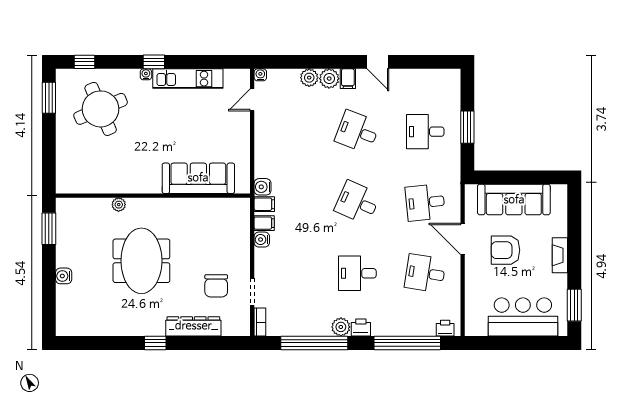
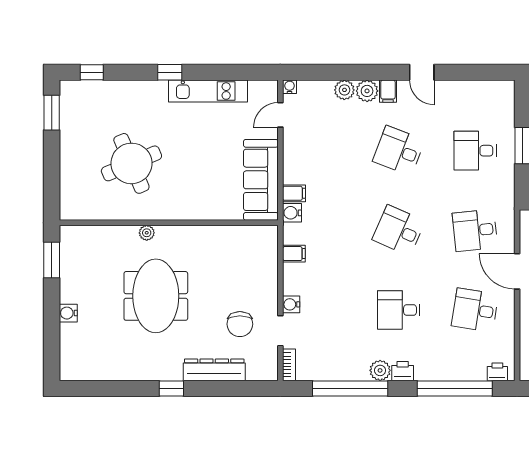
water cooler: (146, 74) -> (161, 86), removed
round table: (101, 109) -> (131, 163), moved
sofa: (198, 178) -> (261, 180), moved, turned -90
filing cabinet: (264, 204) -> (294, 193), moved
plant: (119, 205) -> (147, 233), moved
water cooler: (262, 240) -> (291, 304), moved

